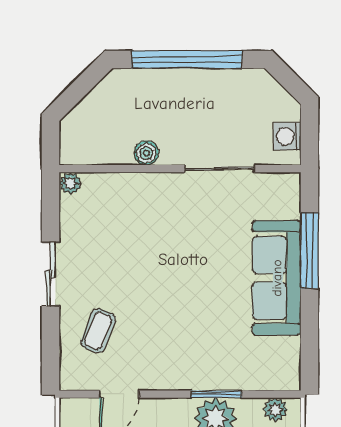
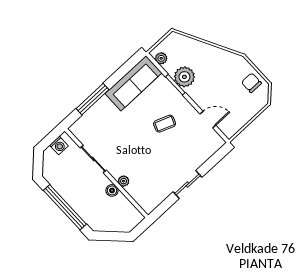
plant: (70, 183) -> (124, 181), moved
sofa: (277, 278) -> (133, 83), moved
coffee table: (98, 331) -> (165, 124), moved

